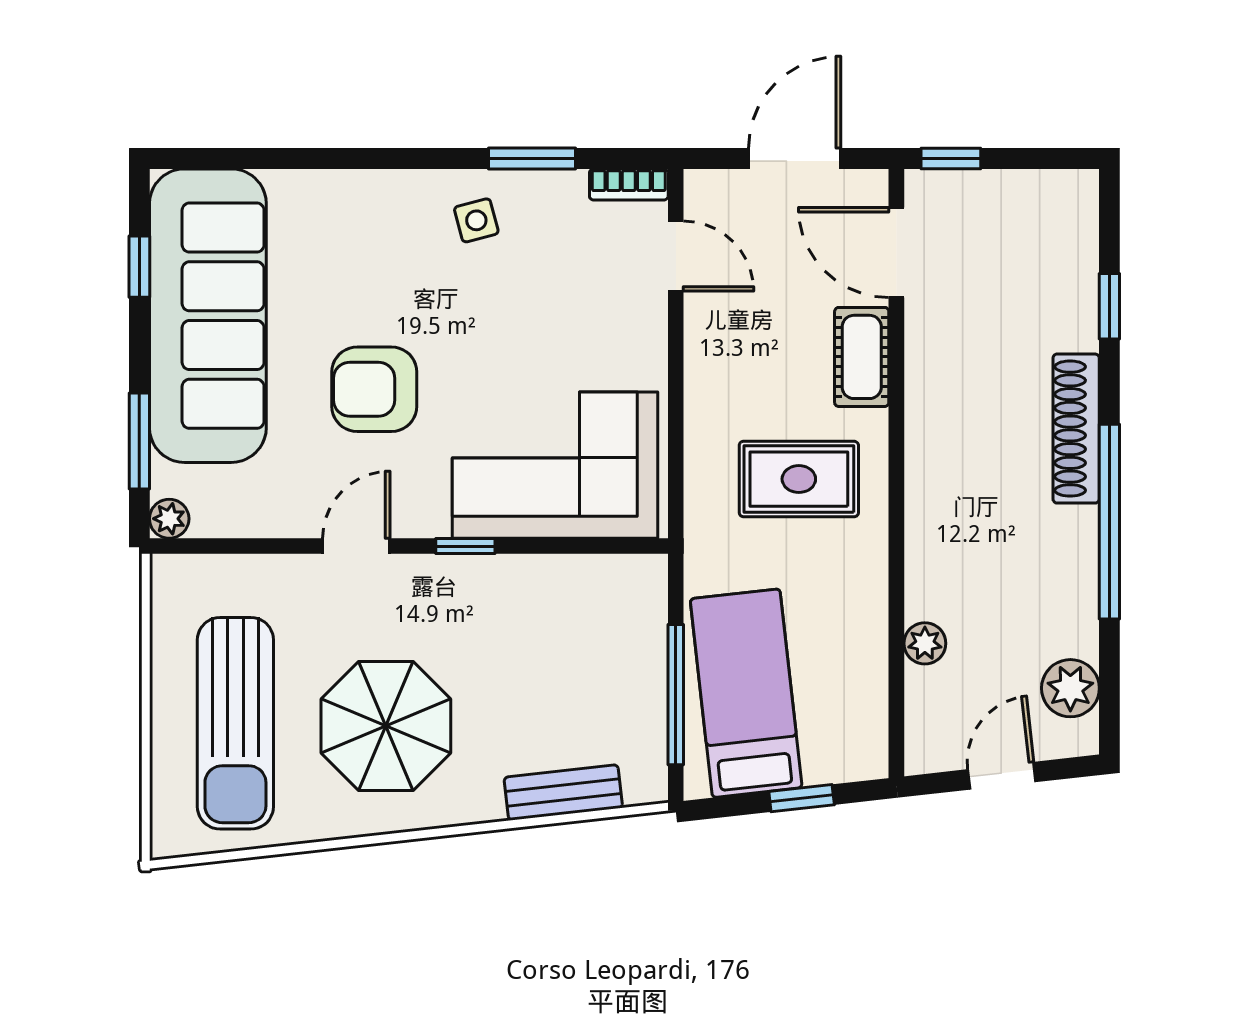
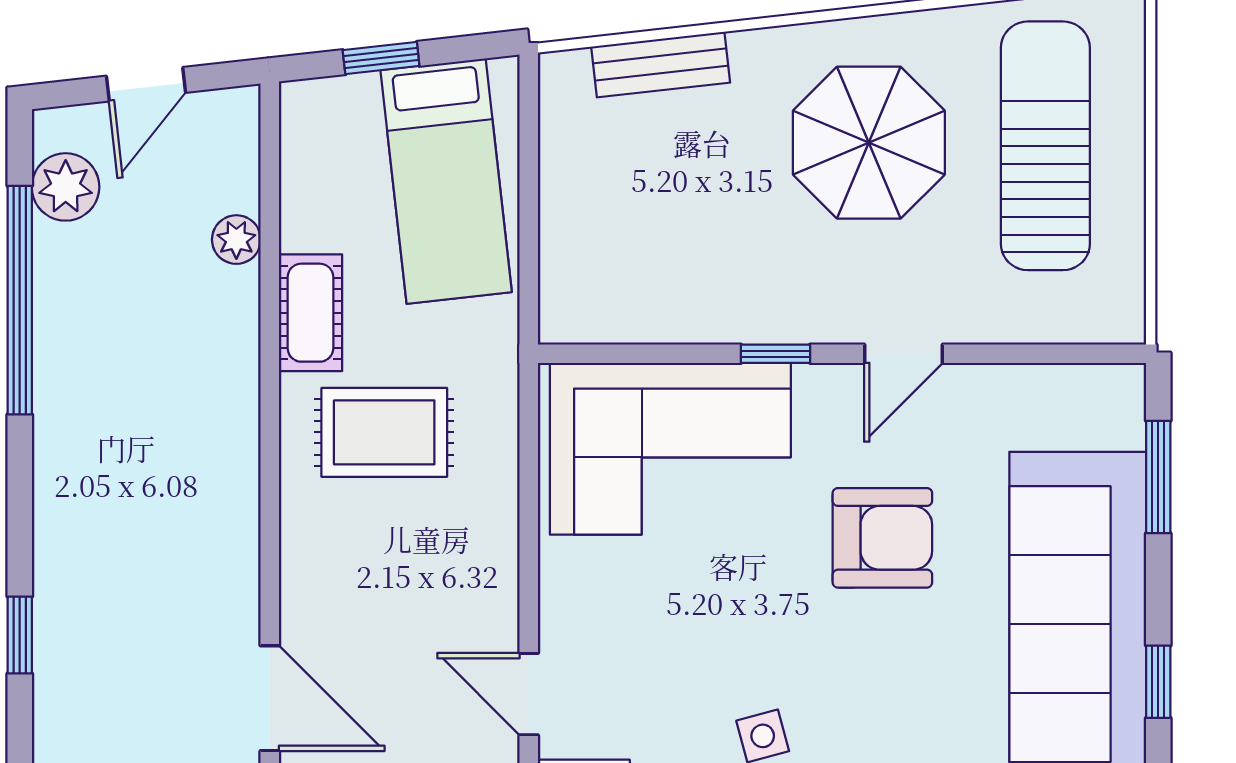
cot: (862, 357) -> (310, 313), moved
shoe rack: (1076, 429) -> (59, 492), removed
plant: (169, 519) -> (1123, 386), removed
window: (1109, 522) -> (20, 300), moved
window: (676, 695) -> (529, 179), removed

